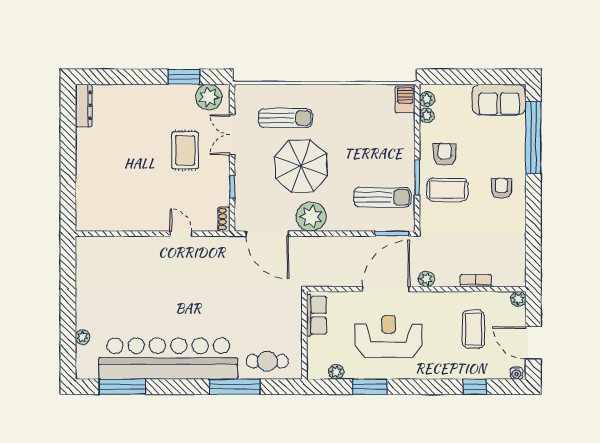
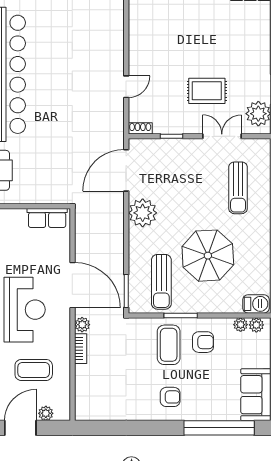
parasol: (301, 166) -> (208, 256), moved
bookcase: (476, 281) -> (81, 349), moved
plant: (518, 299) -> (46, 413), moved
reception desk: (389, 337) -> (25, 310), moved

